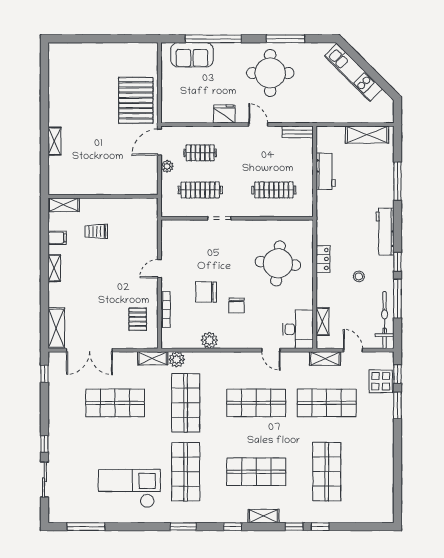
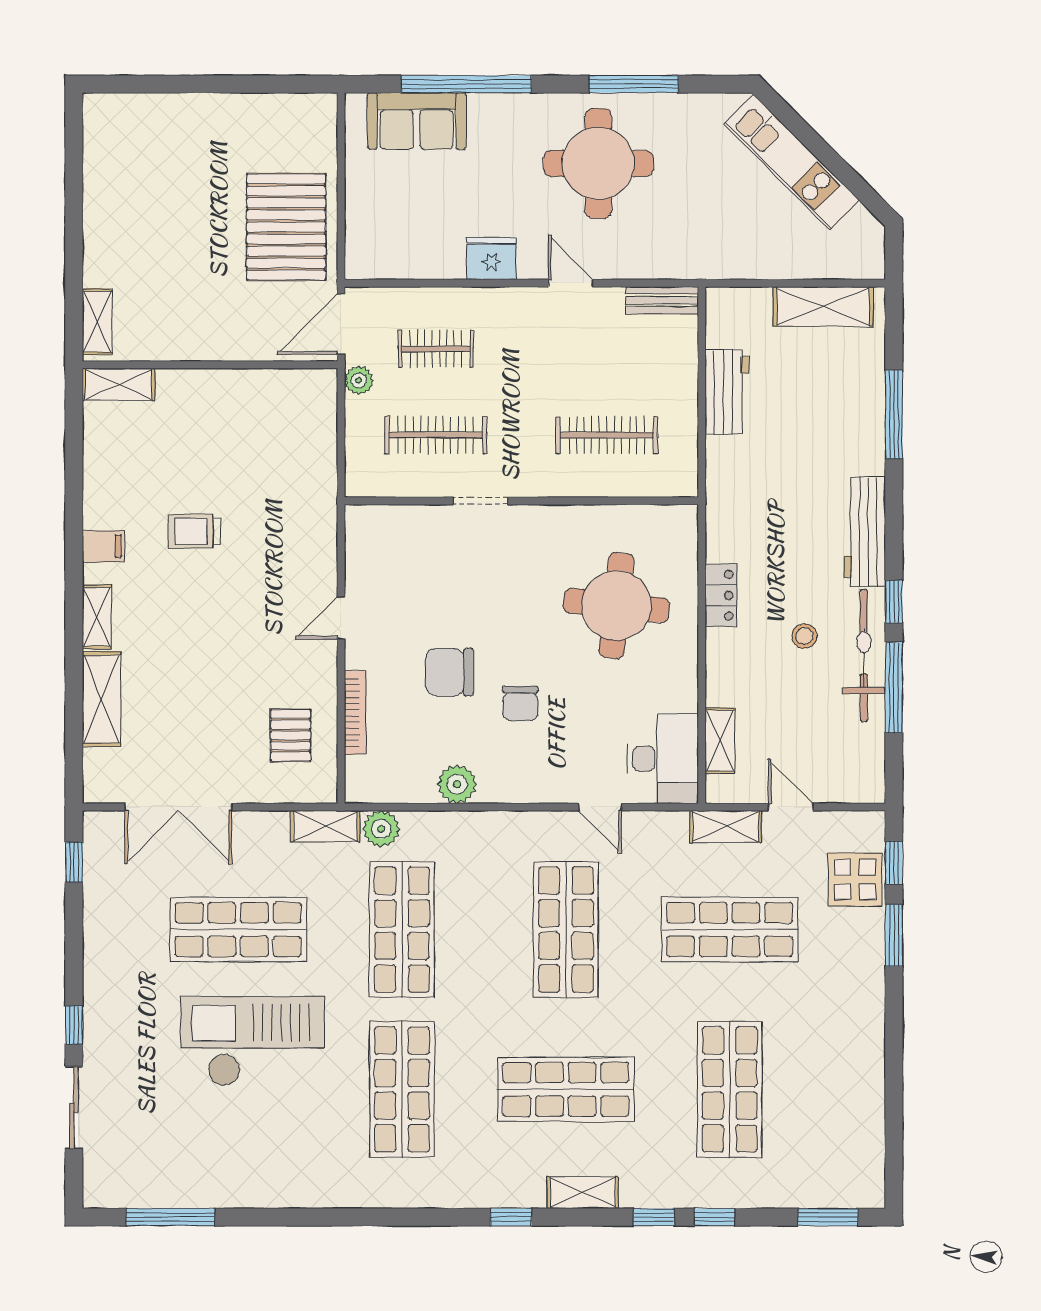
wall: (103, 196) -> (210, 365), moved
shelving: (64, 205) -> (119, 384), moved
bicycle: (385, 320) -> (864, 656), moved
shelving: (56, 328) -> (102, 699), moved
shop shelf: (256, 403) -> (566, 930), turned 90
checkout: (129, 489) -> (253, 1041), moved
window: (183, 527) -> (828, 1217), moved

